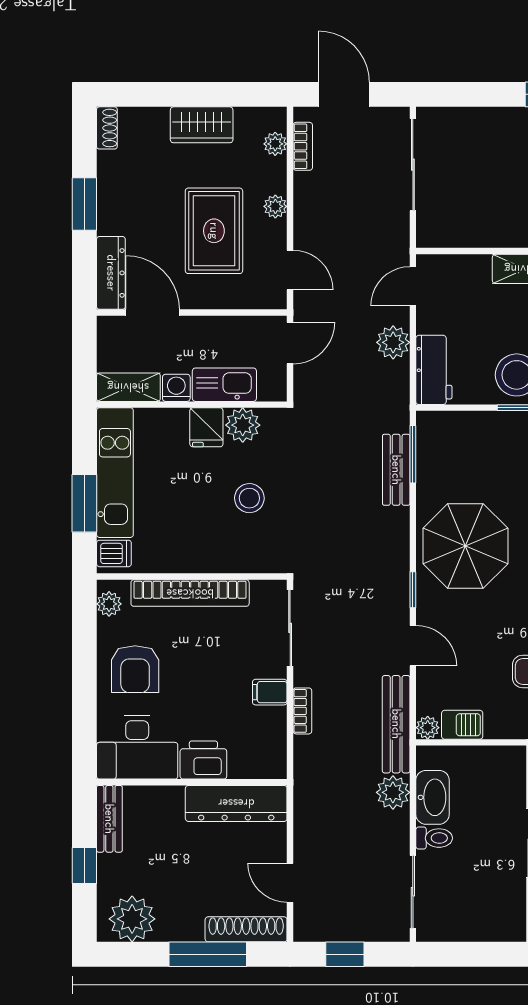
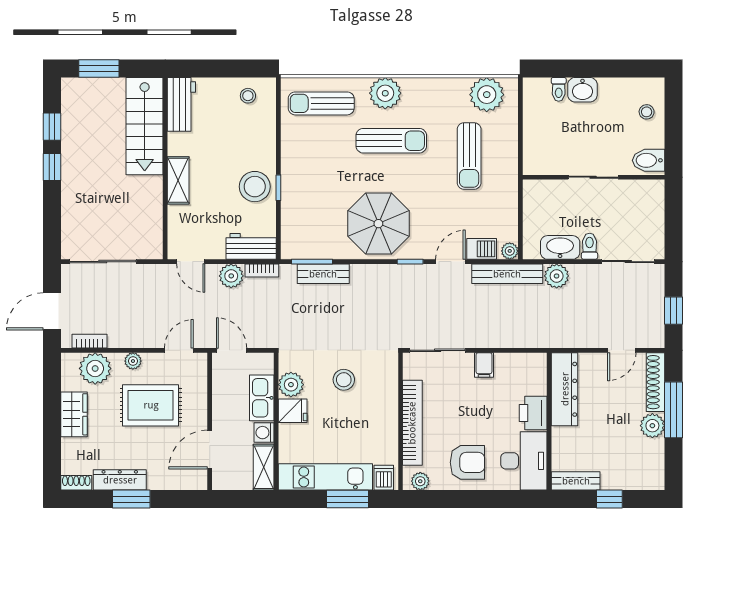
plant: (275, 144) -> (95, 368), width x1.88, depth x1.88
dresser: (111, 273) -> (120, 480), moved
bookcase: (302, 711) -> (262, 270), moved, turned 180
barbecue: (462, 725) -> (482, 249), moved, turned 90
plant: (132, 919) -> (652, 426), moved, width x0.73, depth x0.73

